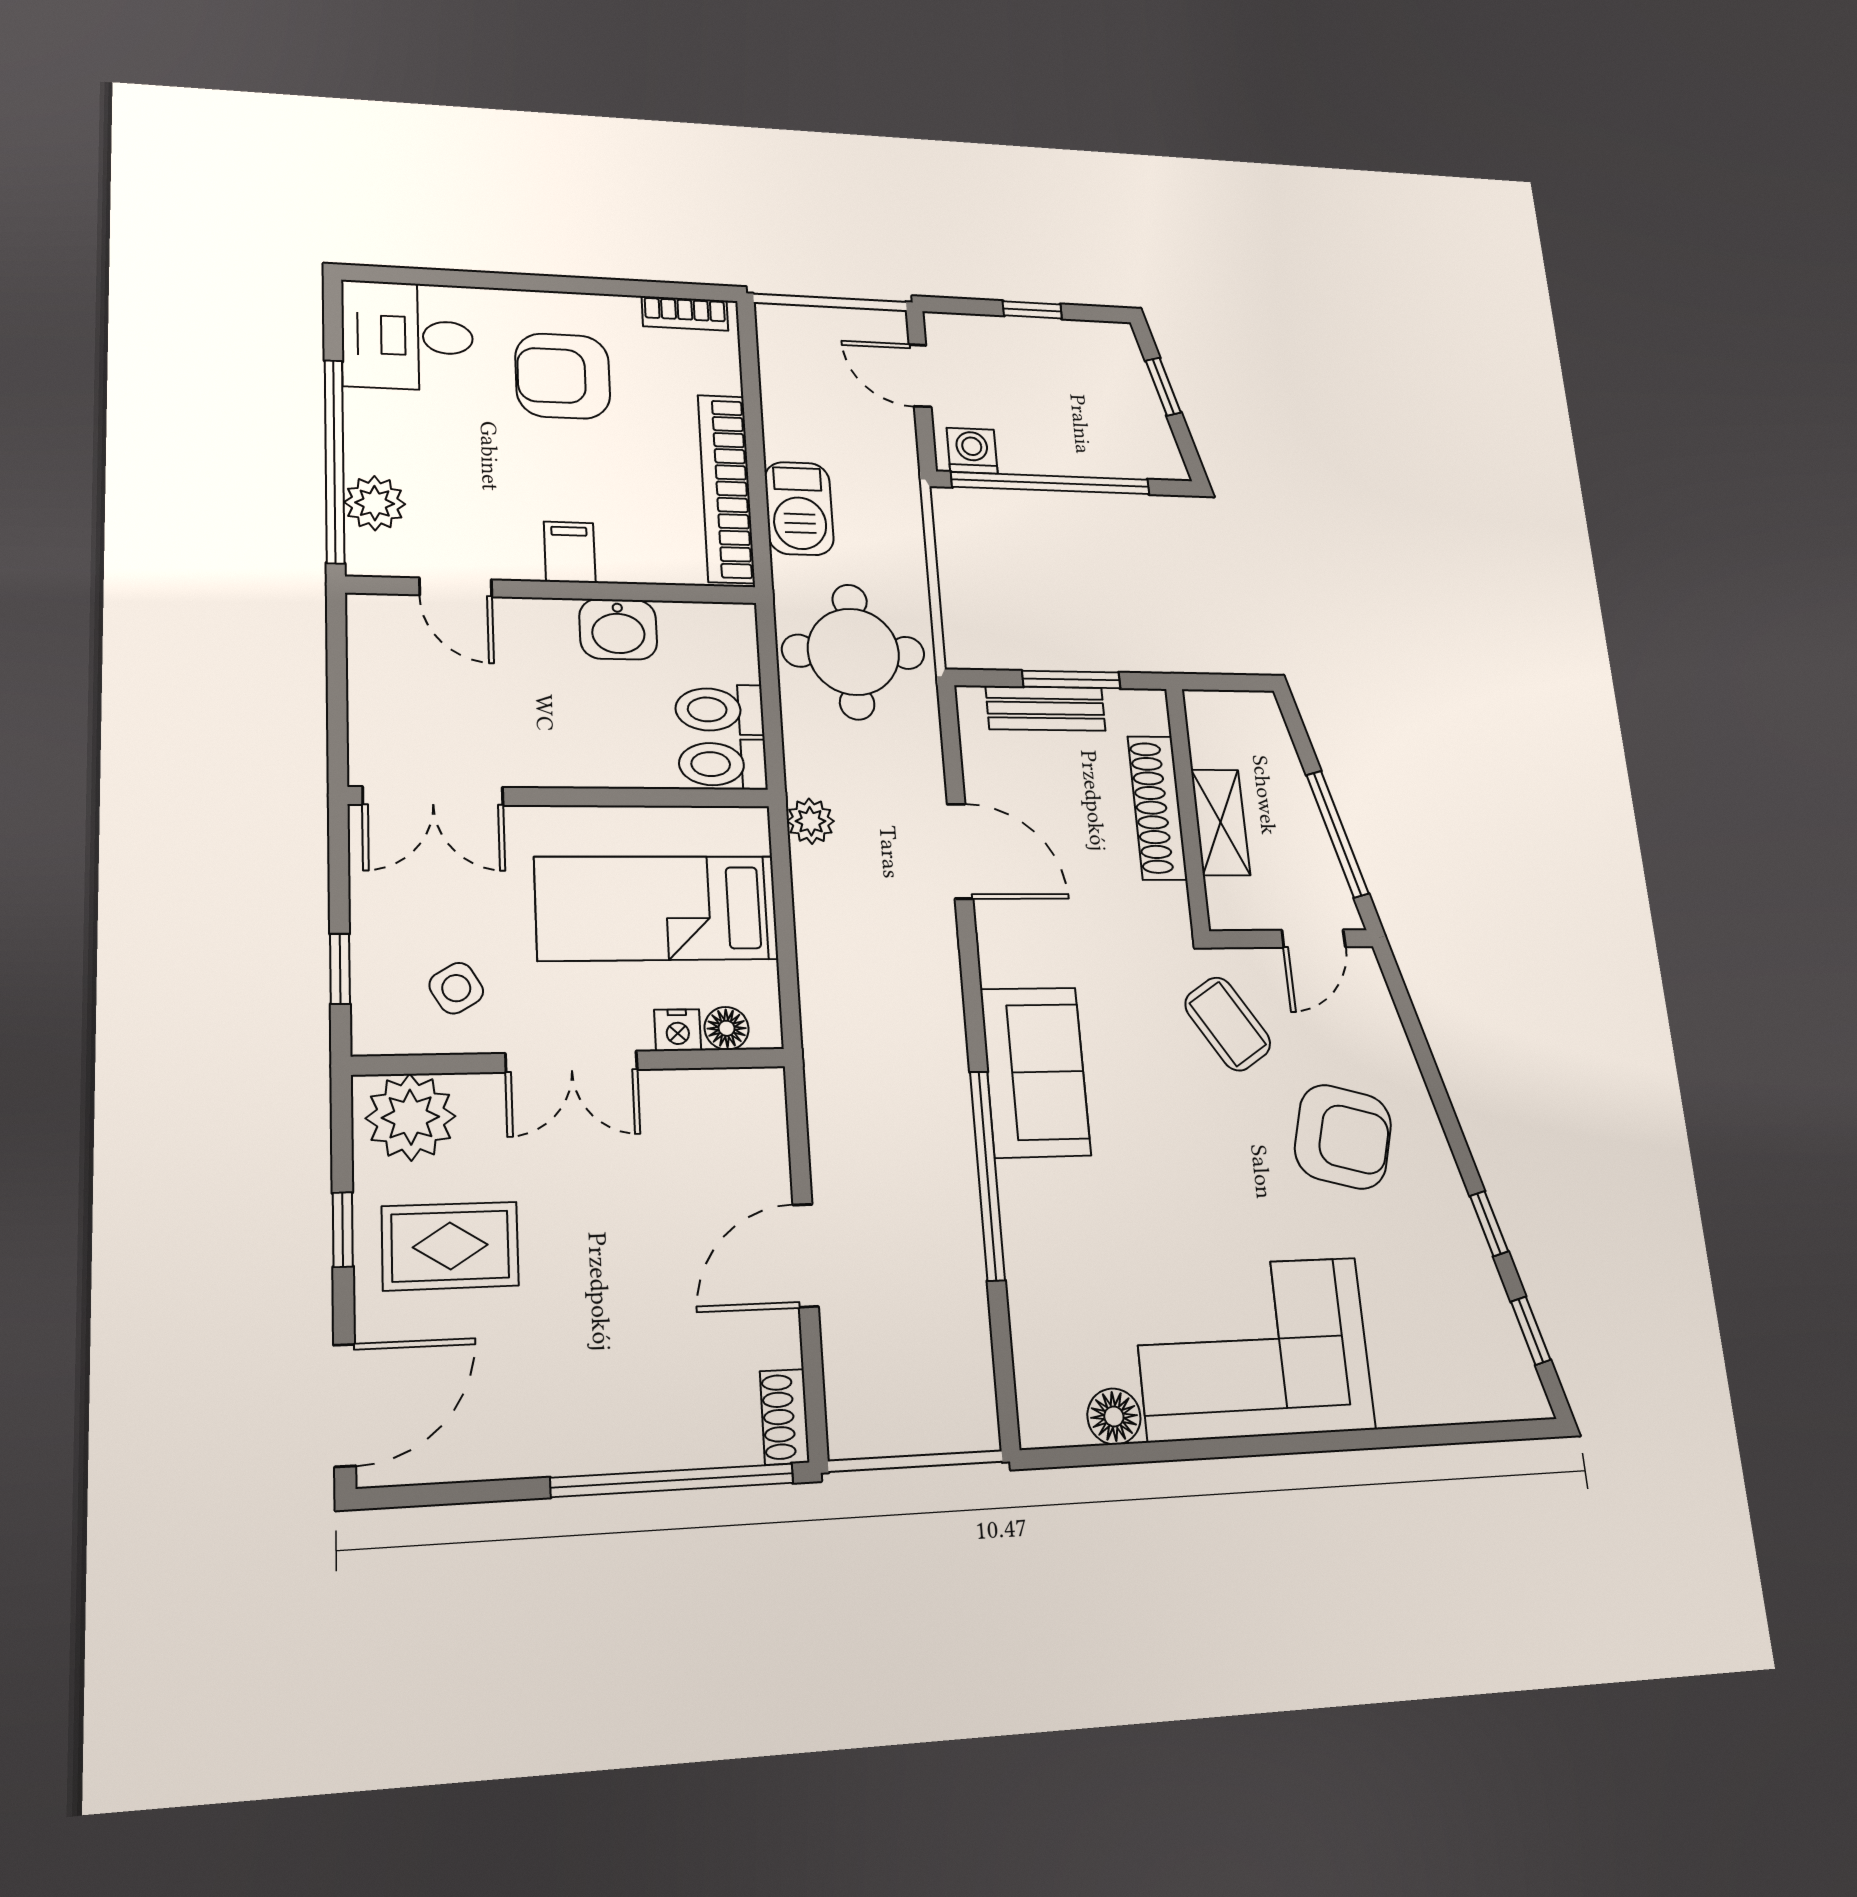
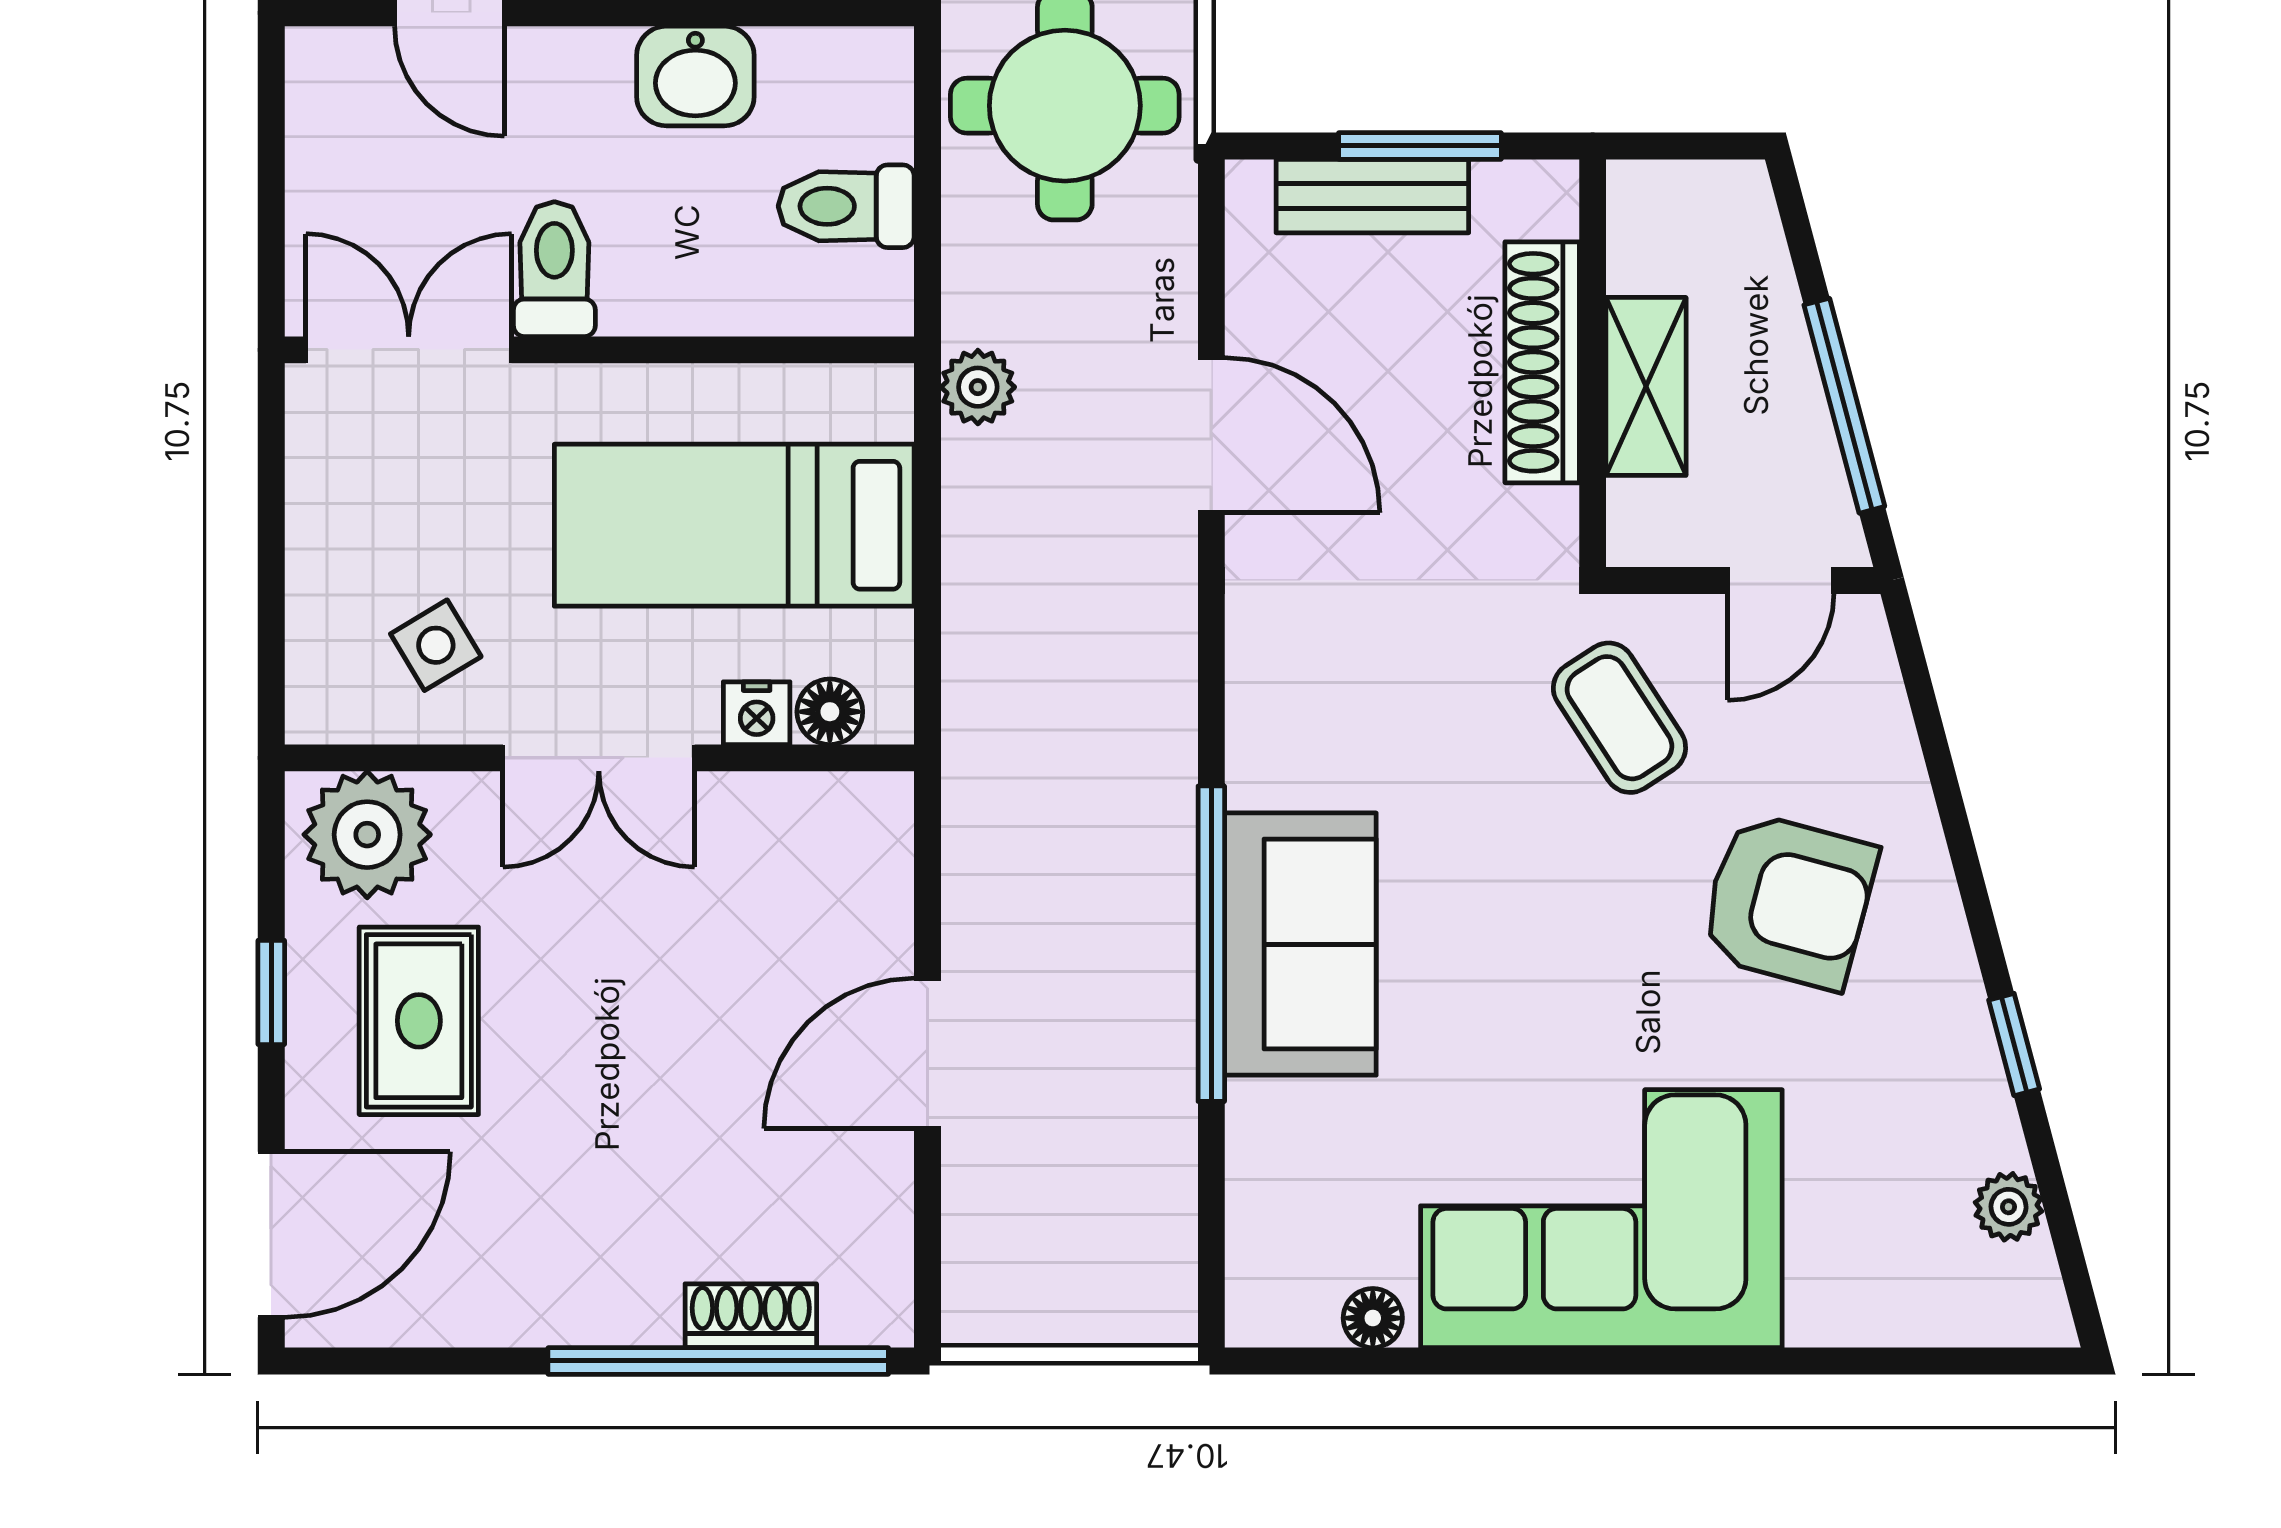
toilet: (723, 764) -> (554, 269), moved, turned 90
double door: (433, 796) -> (409, 350), swing flipped
window: (340, 969) -> (271, 614), removed
sofa: (1035, 1072) -> (1300, 944), moved
rug: (450, 1246) -> (419, 1021), turned 90
plant: (1500, 1329) -> (2009, 1207), added
window: (1531, 1331) -> (2059, 1212), removed
floor lamp: (1114, 1416) -> (1373, 1318), width x0.73, depth x0.73
shoe rack: (785, 1417) -> (751, 1316), moved, turned 90

